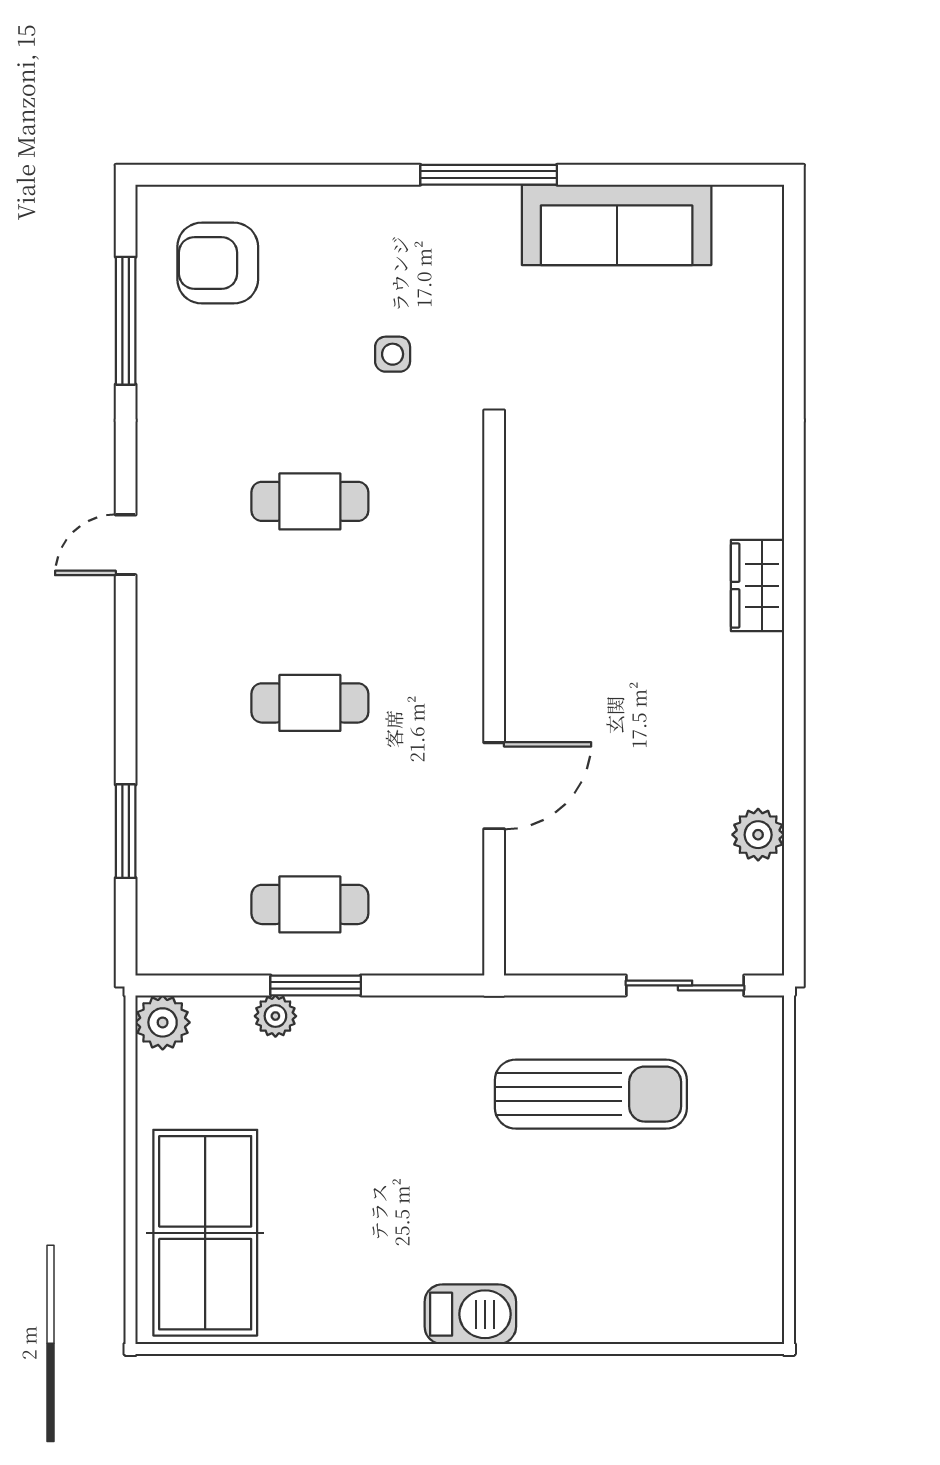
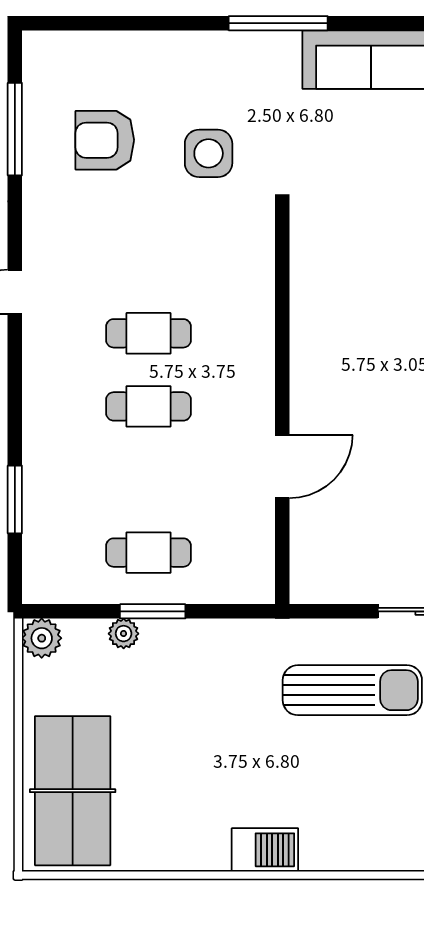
armchair: (218, 263) -> (105, 140), moved
side table: (393, 354) -> (209, 153), width x1.87, depth x1.87
cafe table: (310, 501) -> (148, 333), moved

